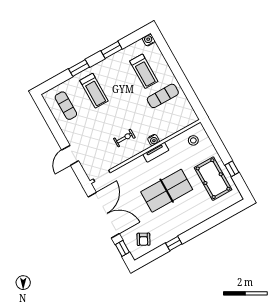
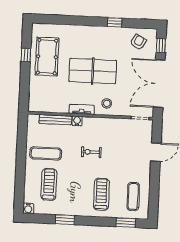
window: (79, 68) -> (126, 223), moved
bench: (173, 130) -> (55, 120), added
exercise bike: (124, 138) -> (91, 152), moved
stool: (193, 140) -> (107, 103), moved

